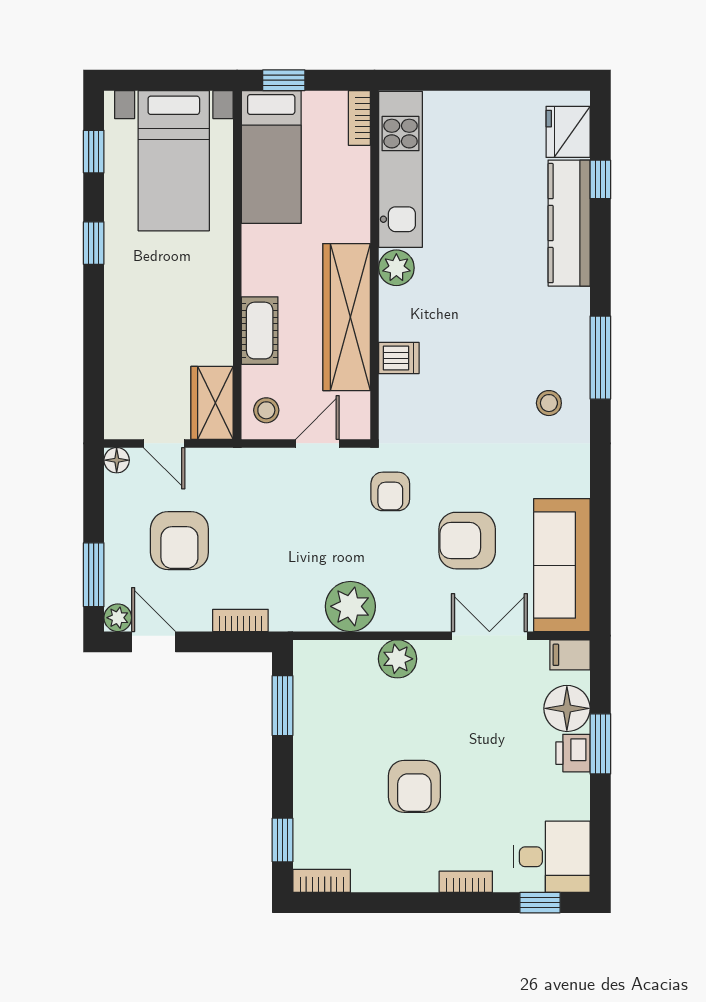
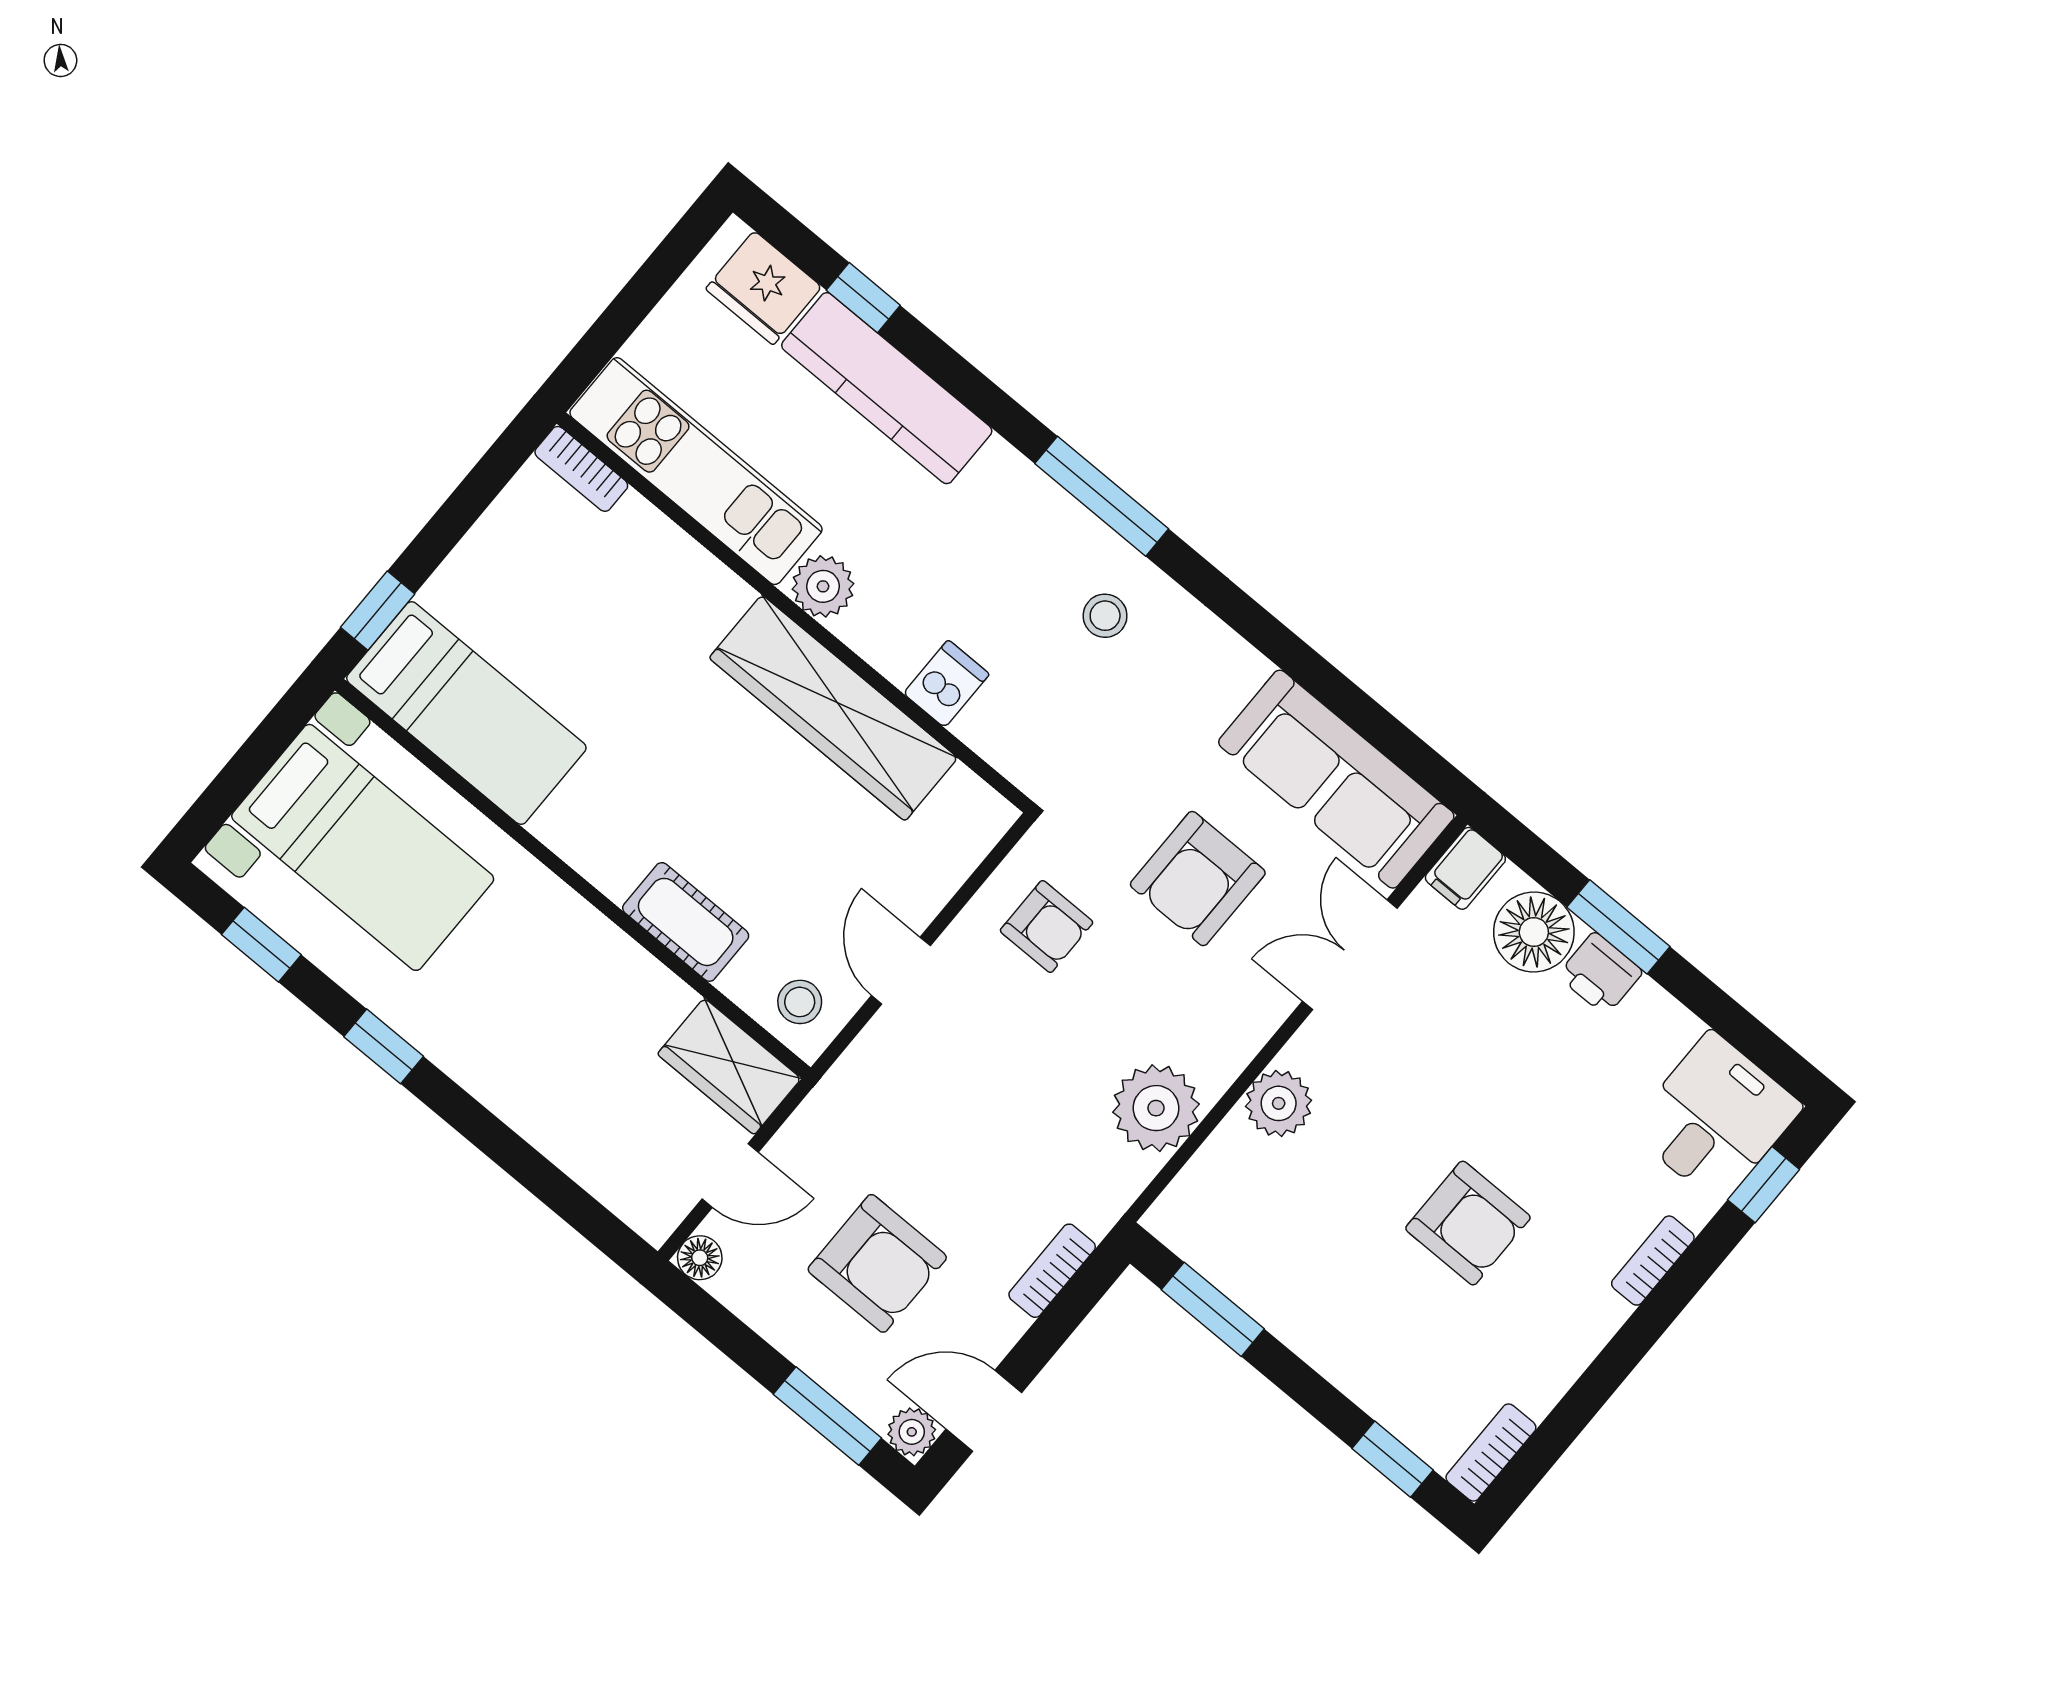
bookcase: (359, 118) -> (581, 469), moved
kitchen unit: (401, 169) -> (696, 471), moved
wall: (374, 265) -> (795, 612), moved
plant: (396, 268) -> (823, 586), moved
wardrobe: (347, 317) -> (833, 708), moved
dishwasher: (399, 358) -> (946, 684), moved

